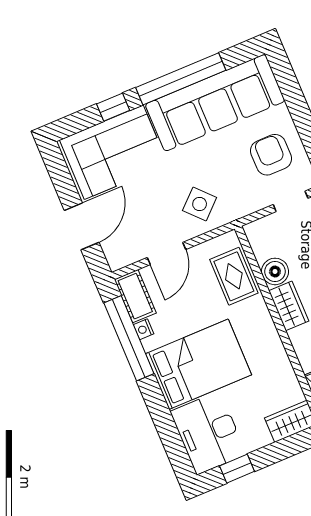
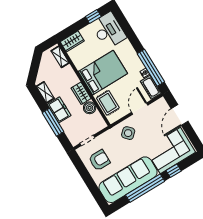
armchair: (271, 155) -> (99, 160), turned -90
bed: (199, 364) -> (103, 73), moved, turned 180

